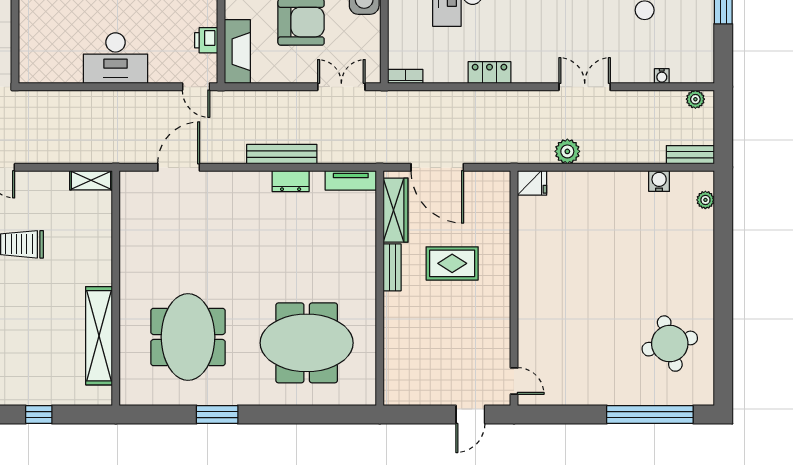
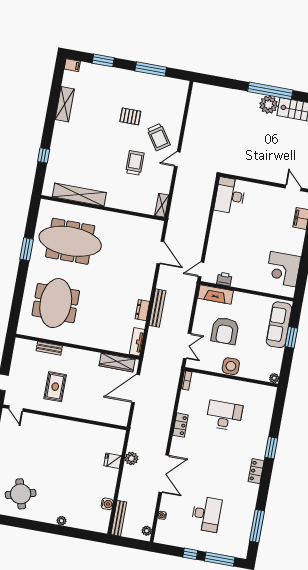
desk: (115, 58) -> (230, 196), moved
double door: (585, 87) -> (164, 474), width x1.37
bench: (690, 155) -> (119, 518), width x1.36
fridge: (532, 183) -> (113, 461), moved, turned 90
plant: (705, 200) -> (61, 521), moved
rug: (452, 263) -> (55, 387), moved
bench: (392, 267) -> (49, 348), moved
meeting table: (188, 337) -> (70, 241), width x1.36
door: (514, 381) -> (16, 408), hinge flipped

